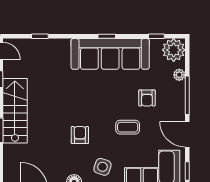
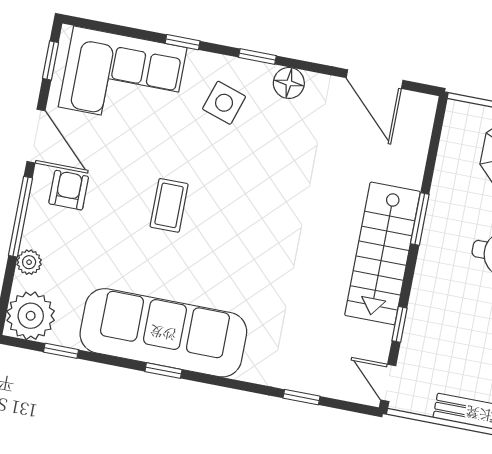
armchair: (147, 98) -> (69, 190), moved
coffee table: (128, 127) -> (169, 205), moved, turned 90
armchair: (80, 135) -> (258, 177), removed

